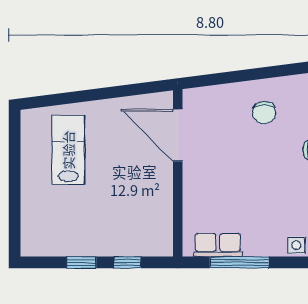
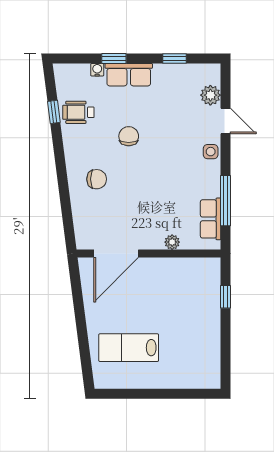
plant: (191, 200) -> (172, 242), added
window: (81, 262) -> (225, 336), removed

